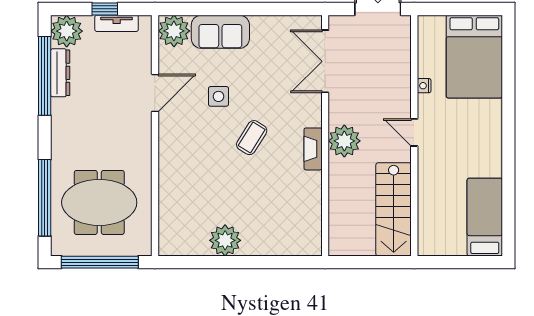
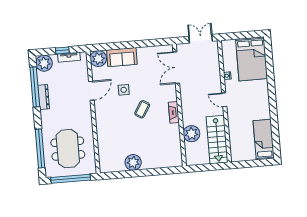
dresser: (60, 73) -> (44, 97), moved
plant: (344, 141) -> (191, 134), moved
meeting table: (99, 202) -> (68, 149), turned 90

